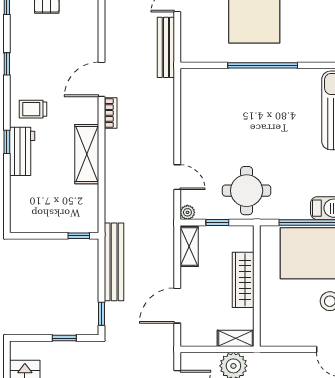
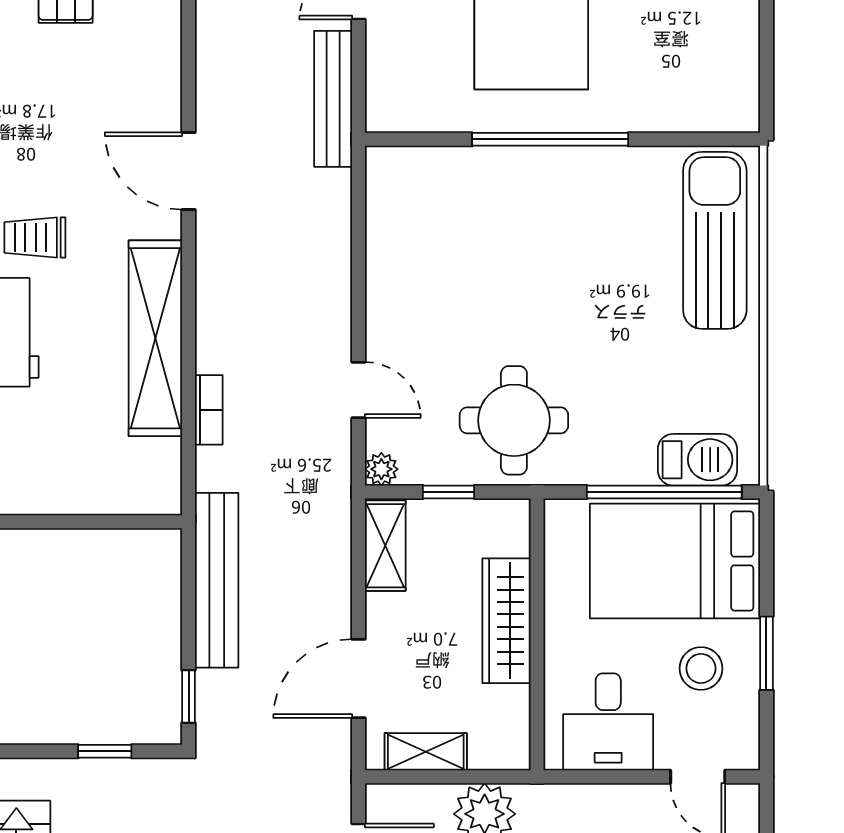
door: (102, 79) -> (189, 171), hinge flipped
bookcase: (111, 113) -> (209, 410), moved
shelving: (87, 154) -> (155, 338), width x1.47
window: (79, 236) -> (138, 522), removed
desk: (289, 325) -> (608, 722), added
shelving: (236, 338) -> (426, 752), moved

